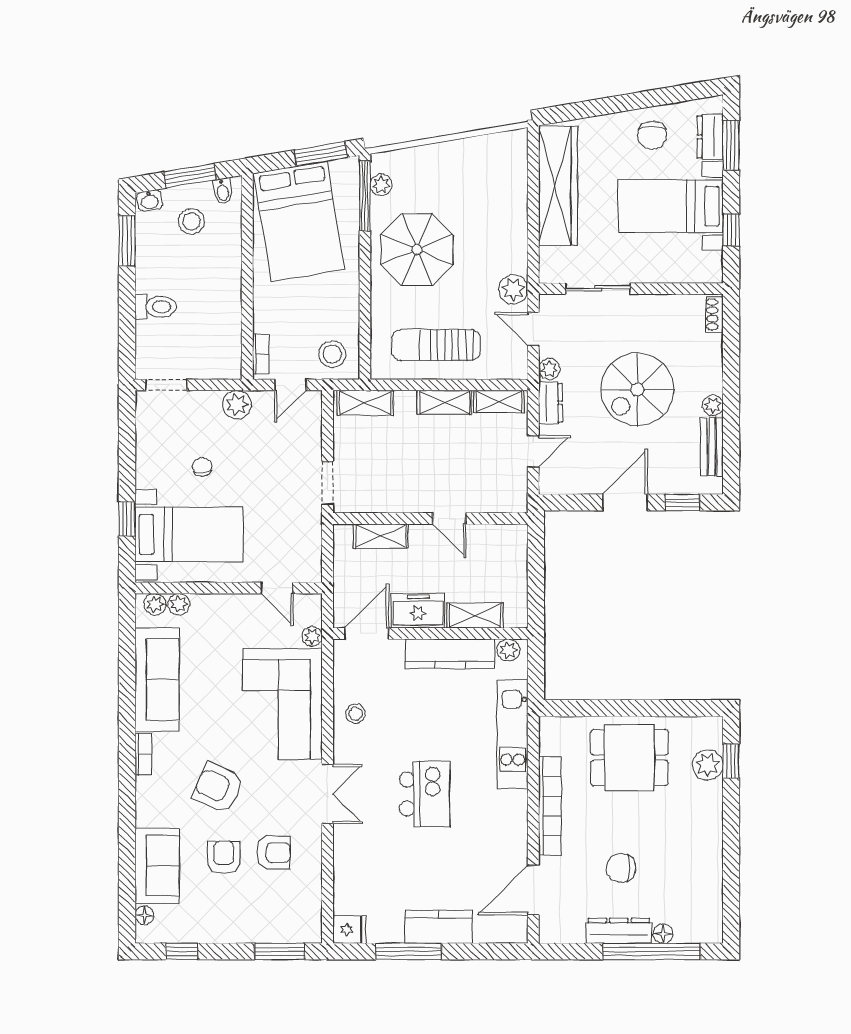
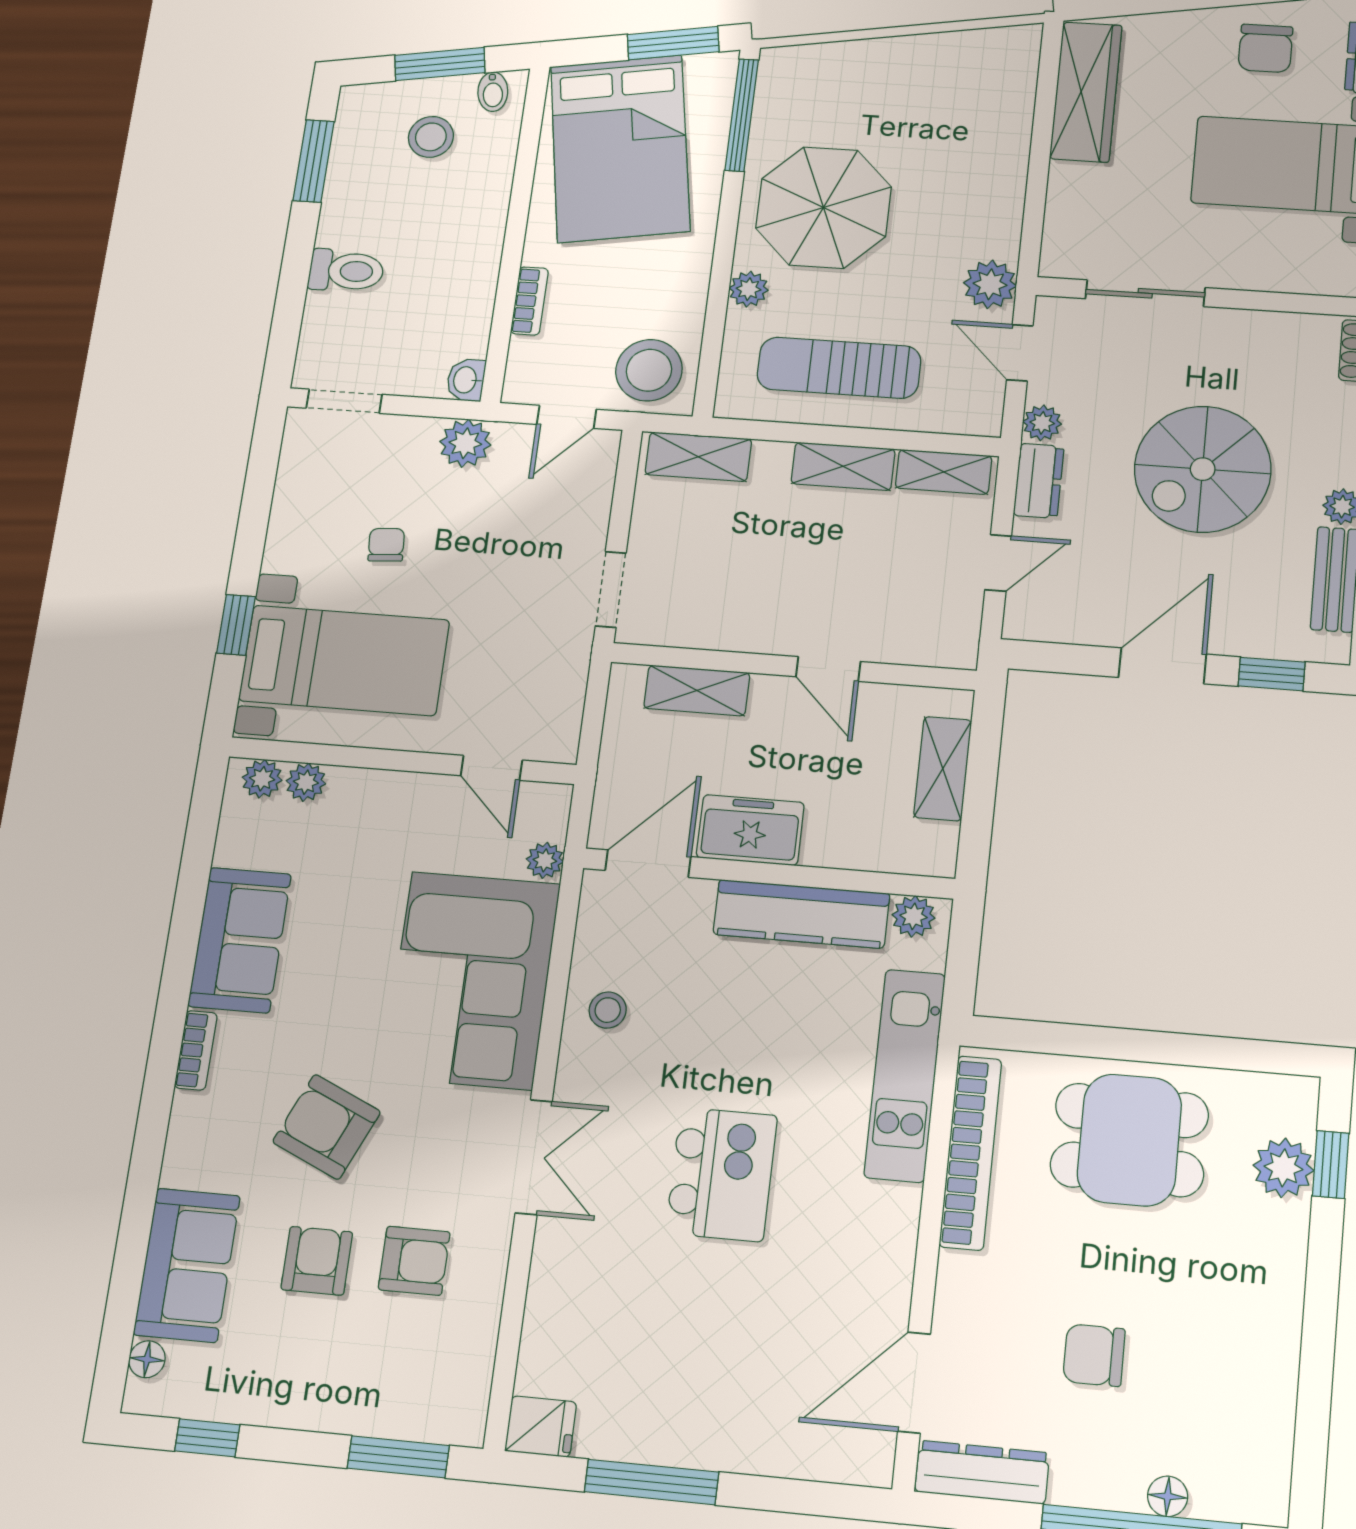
plant: (381, 185) -> (749, 289), moved
wardrobe: (558, 186) -> (1086, 92), width x0.71, depth x0.85
washbasin: (150, 201) -> (466, 380), moved, turned 100
bookcase: (261, 354) -> (529, 301), moved
stool: (332, 354) -> (649, 370), width x1.38, depth x1.38
shelving: (475, 615) -> (943, 769), moved, turned 90
sofa: (157, 680) -> (240, 940), width x0.73
bookcase: (550, 806) -> (970, 1153), moved
kitchen counter: (439, 927) -> (717, 1438), removed
dresser: (619, 931) -> (982, 1472), moved

